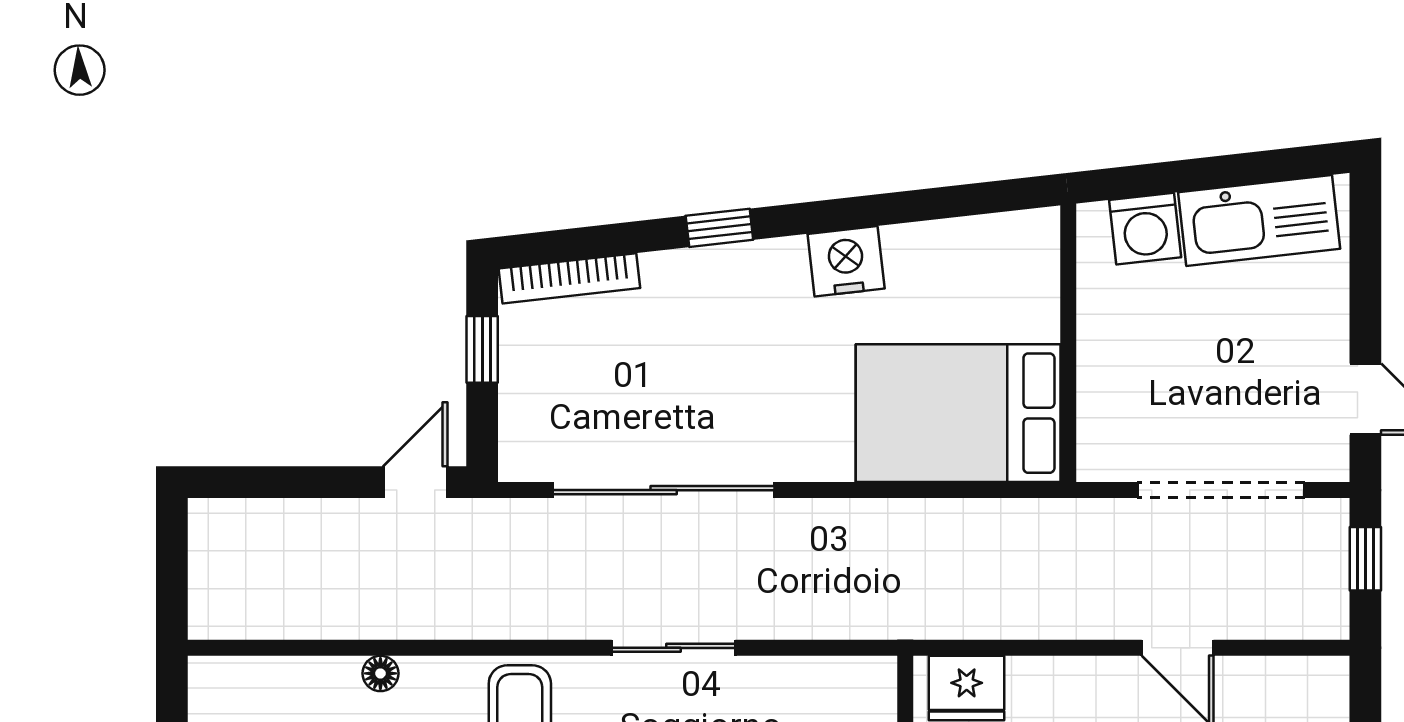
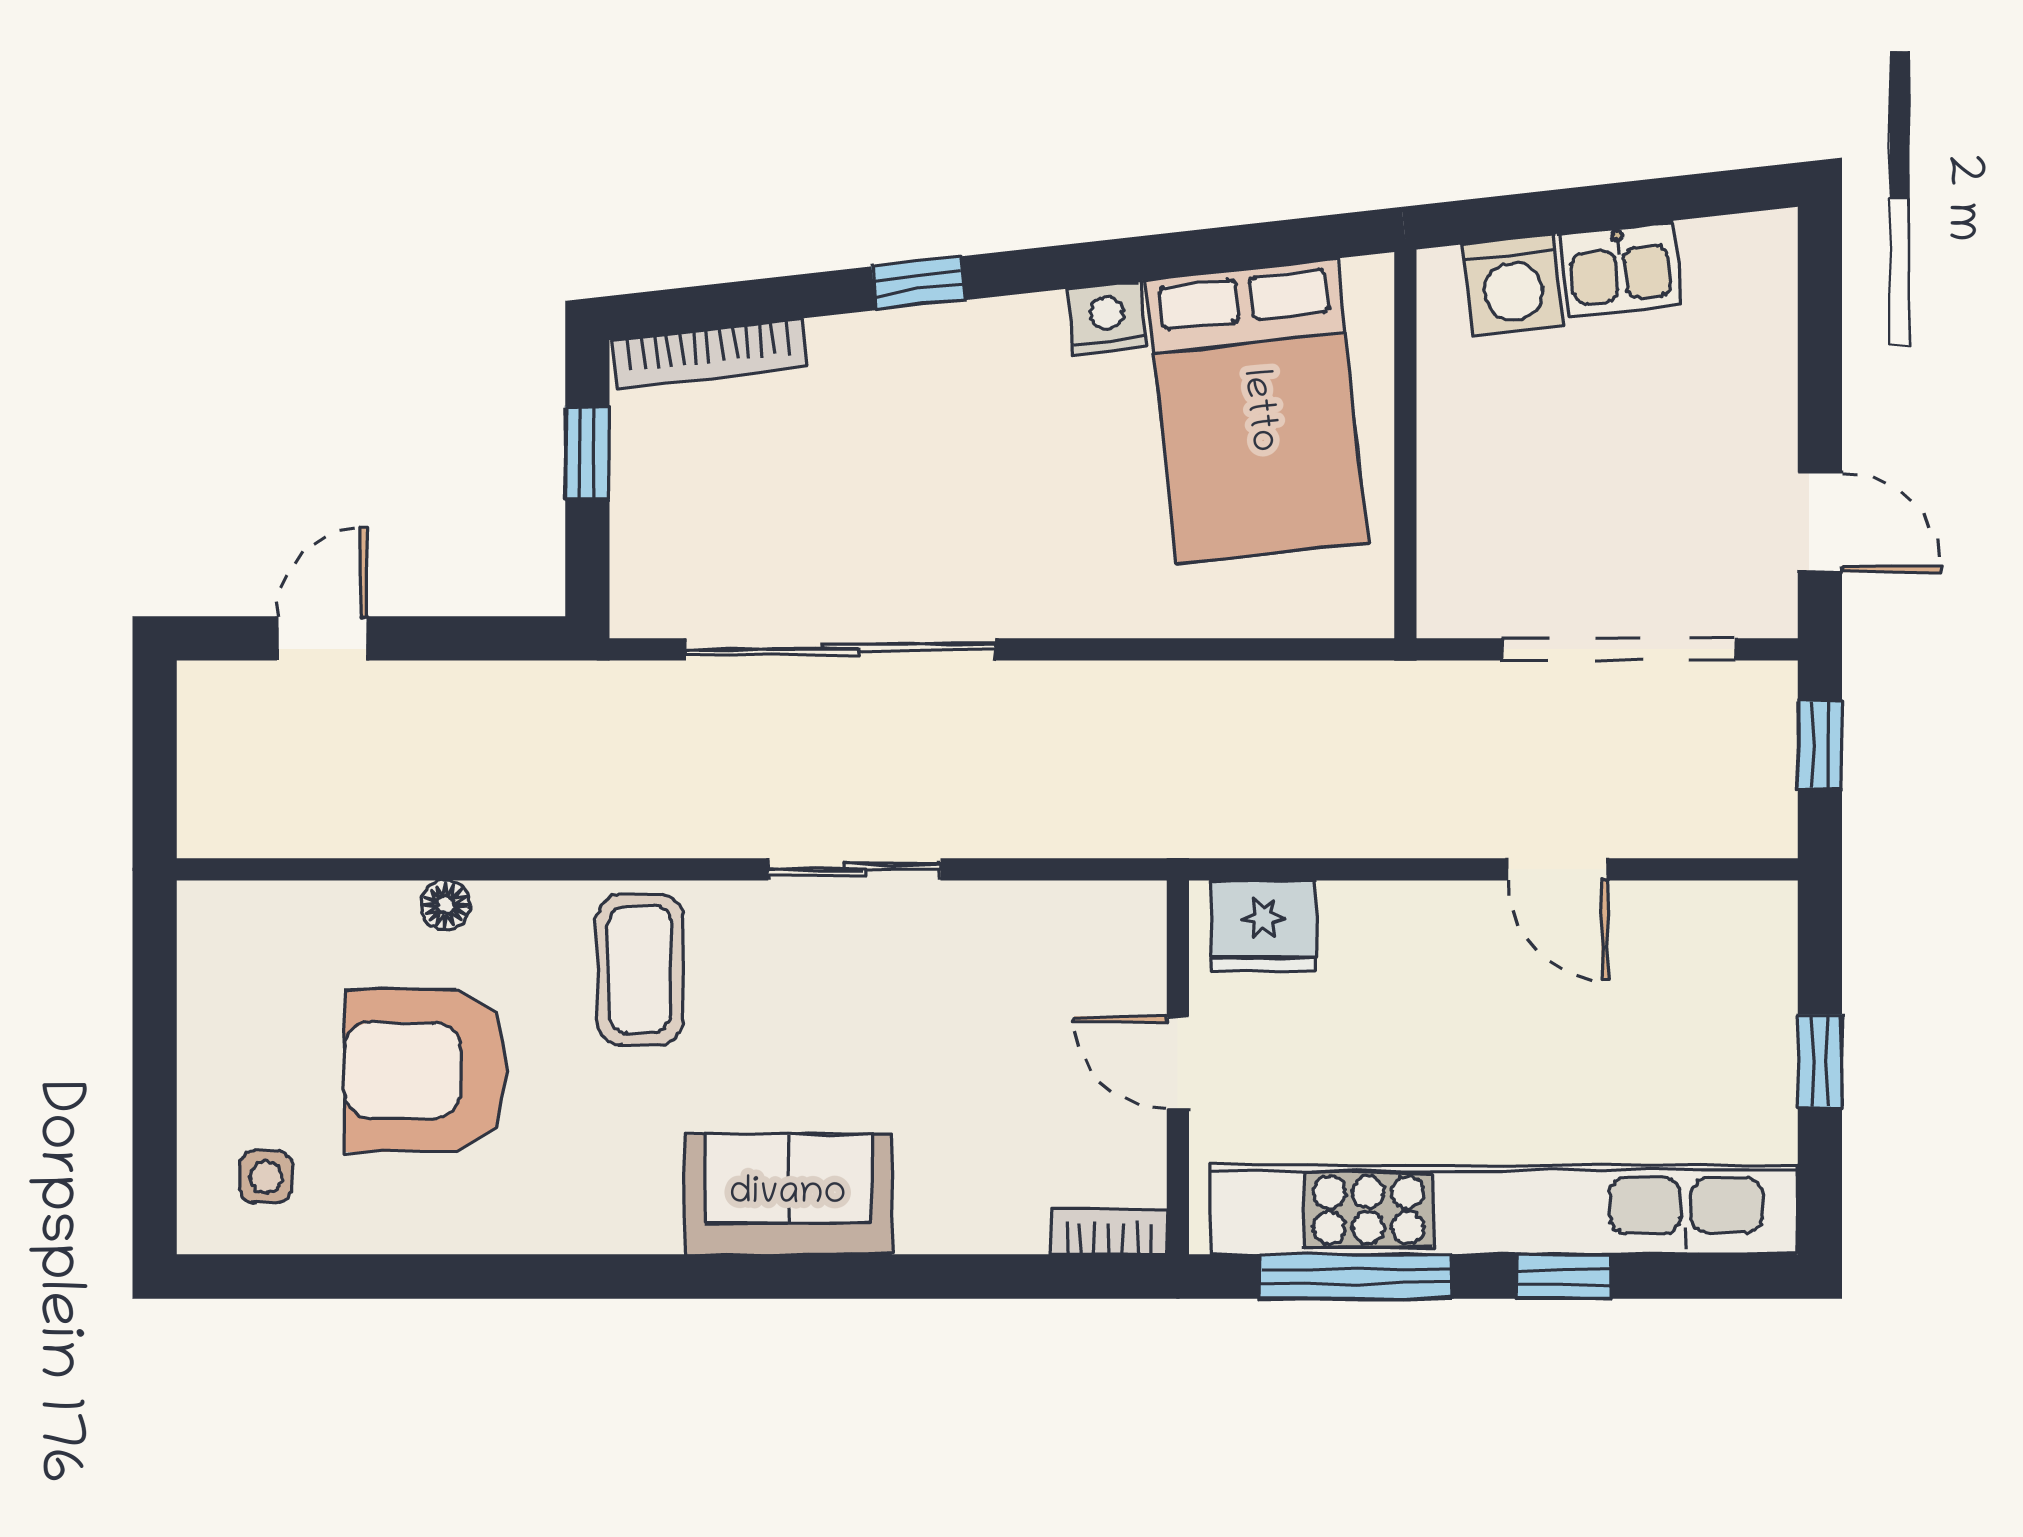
kitchen sink: (1259, 220) -> (1620, 269), width x0.53, depth x0.81
nightstand: (846, 261) -> (1107, 318), width x0.74, depth x0.75
bed: (958, 413) -> (1257, 411), moved, turned -96
door: (415, 482) -> (322, 638), moved

